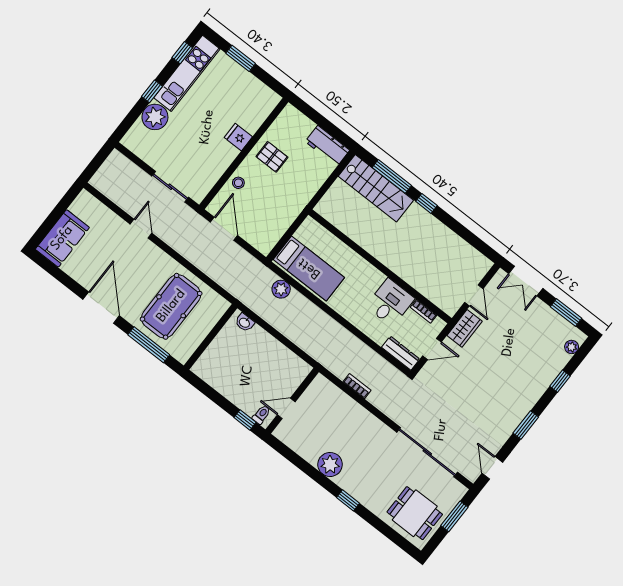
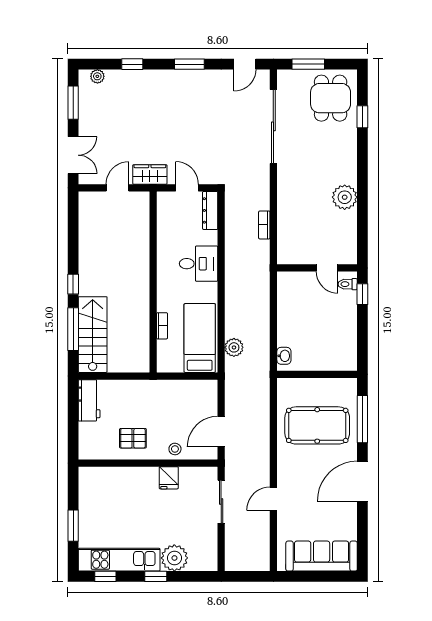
fridge: (238, 137) -> (169, 478), moved
pallet: (272, 157) -> (133, 438), turned 90
sofa: (62, 238) -> (322, 556), width x1.36
desk: (390, 302) -> (199, 264), moved, turned 180
bookcase: (423, 311) -> (162, 326), moved
window: (348, 500) -> (362, 117), moved

